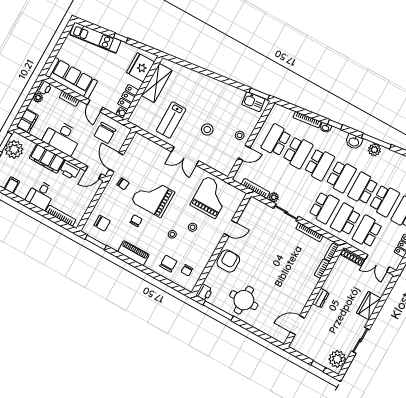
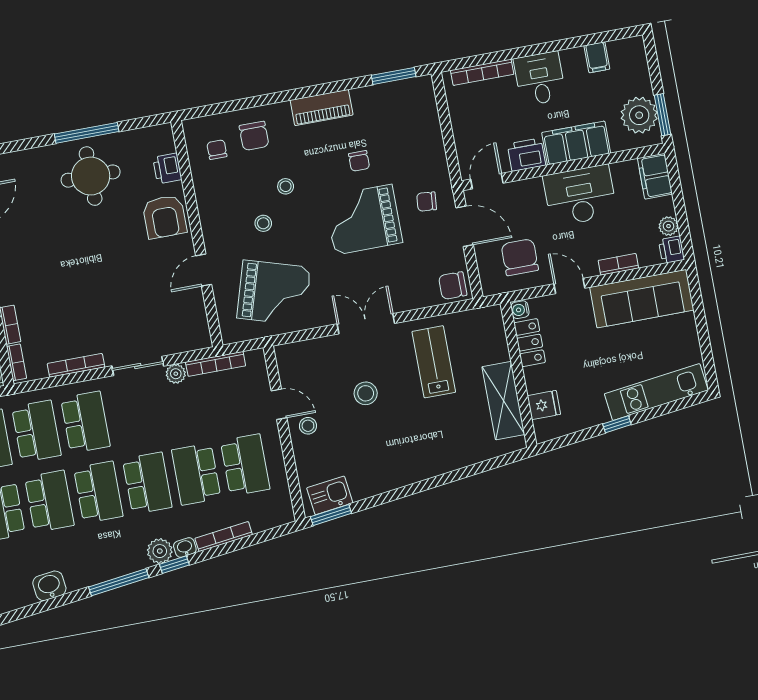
fridge: (140, 67) -> (544, 405), width x0.53, depth x0.75
window: (376, 141) -> (119, 582), moved
washbasin: (354, 142) -> (49, 586), moved
plant: (374, 150) -> (160, 551), moved
door: (244, 153) -> (279, 404), swing flipped
school desk: (320, 164) -> (147, 483), turned 180
school desk: (341, 176) -> (98, 492), turned 180
grand piano: (153, 197) -> (363, 220), turned 180
grand piano: (211, 197) -> (274, 293), turned -73
school desk: (324, 207) -> (85, 422), turned 180
chair: (102, 223) -> (453, 286), moved
printer: (204, 292) -> (167, 168), moved
window: (218, 311) -> (87, 133), moved

